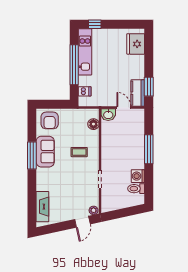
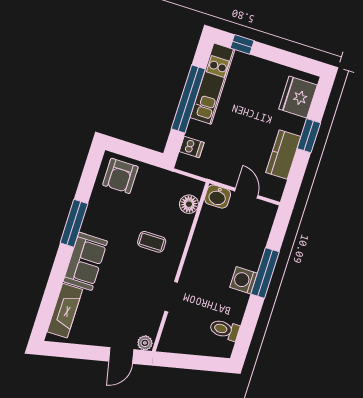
window: (149, 87) -> (309, 136), moved
kitchen counter: (138, 93) -> (283, 155), moved
sofa: (45, 152) -> (85, 261), moved
washing machine: (138, 176) -> (243, 280), moved

